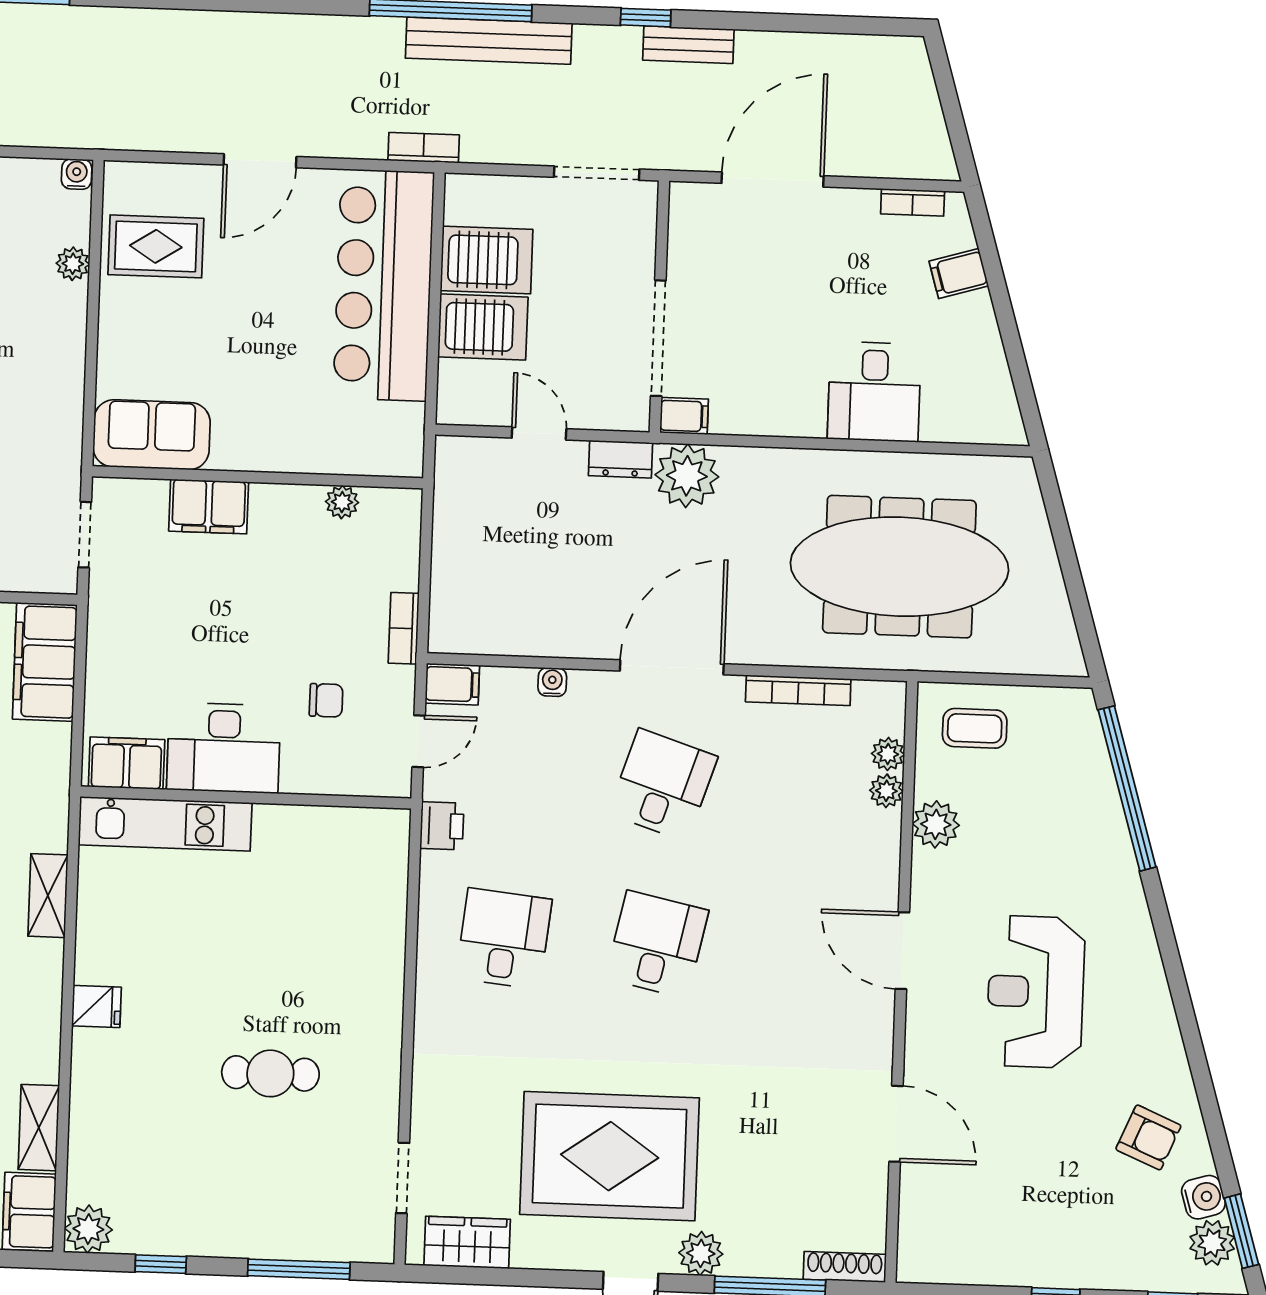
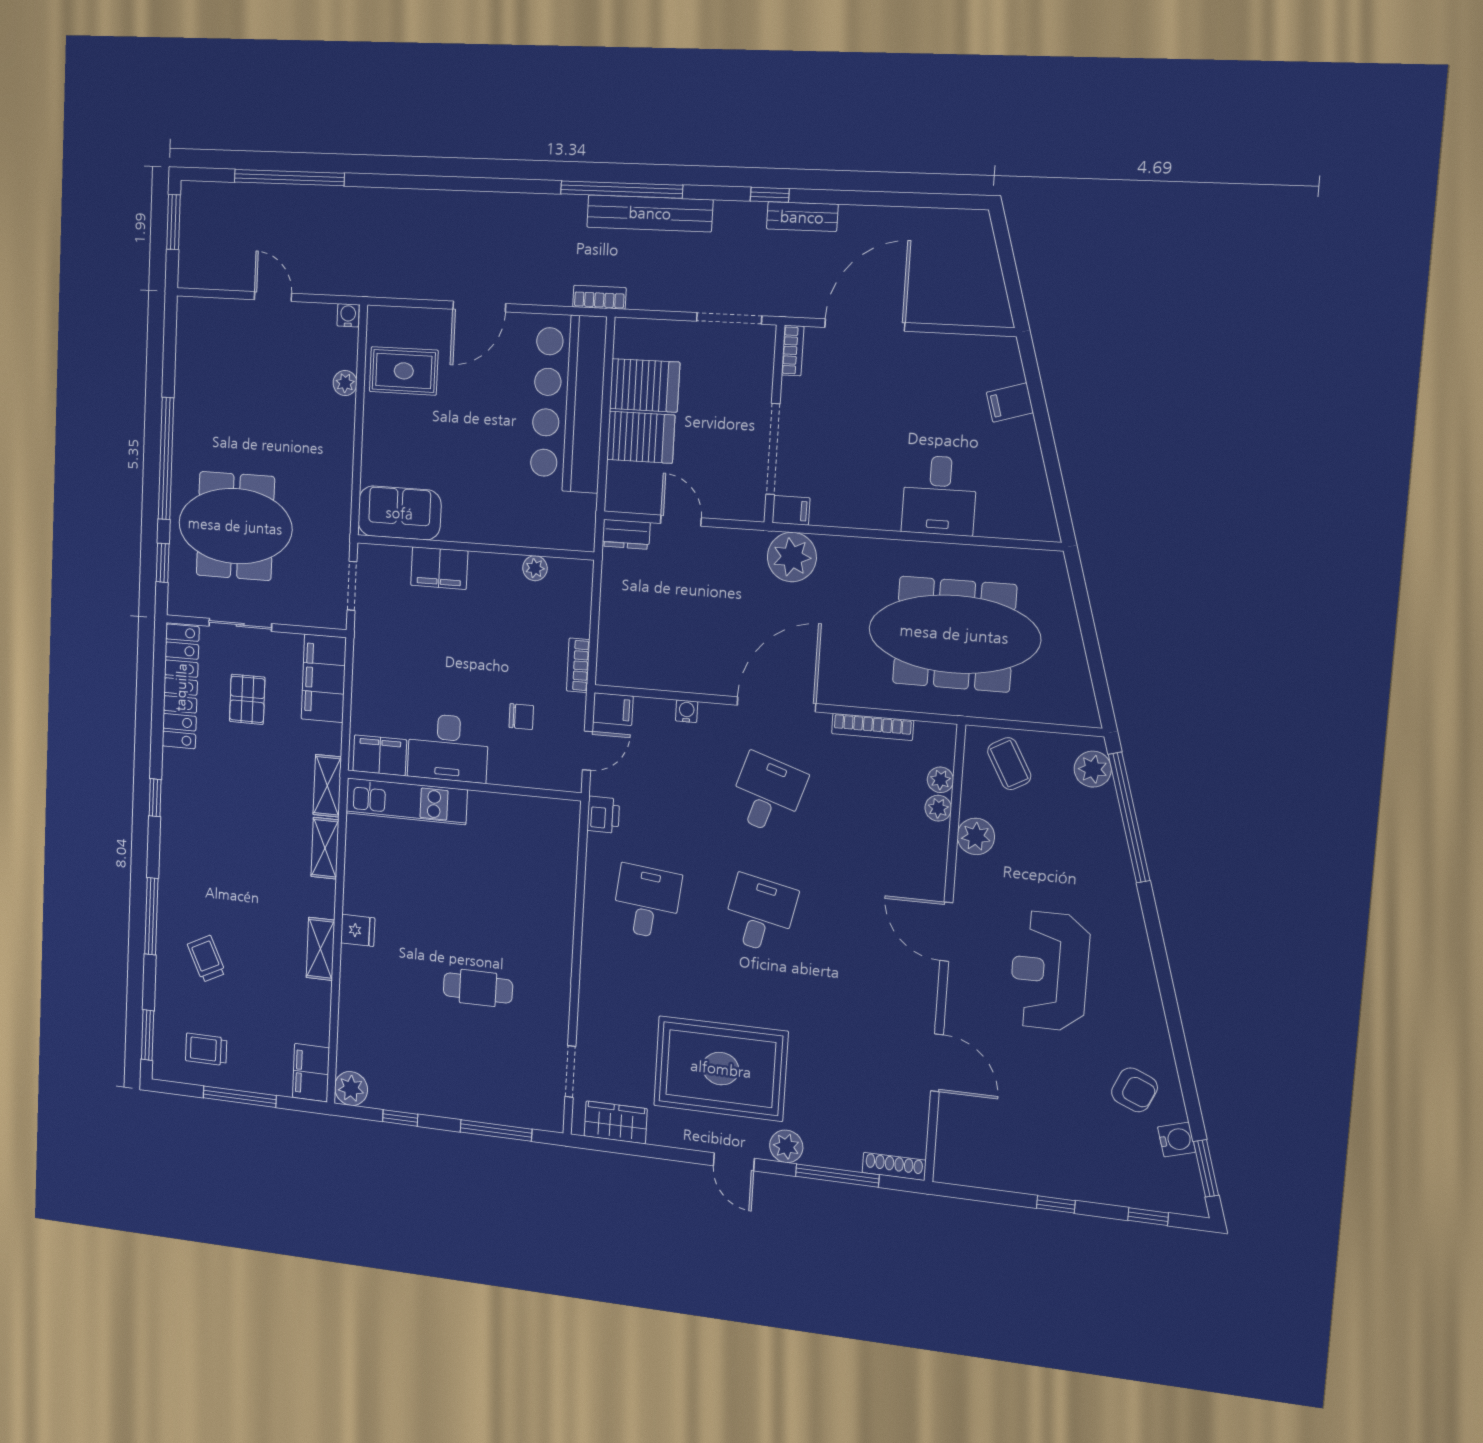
bookcase: (913, 202) -> (793, 351), moved, turned -90
dresser: (621, 459) -> (626, 534), moved
coffee table: (975, 728) -> (1009, 764), turned 61
shelving: (51, 809) -> (327, 786), added
shelving: (39, 1128) -> (320, 949), moved
plant: (1212, 1243) -> (1093, 769), moved

